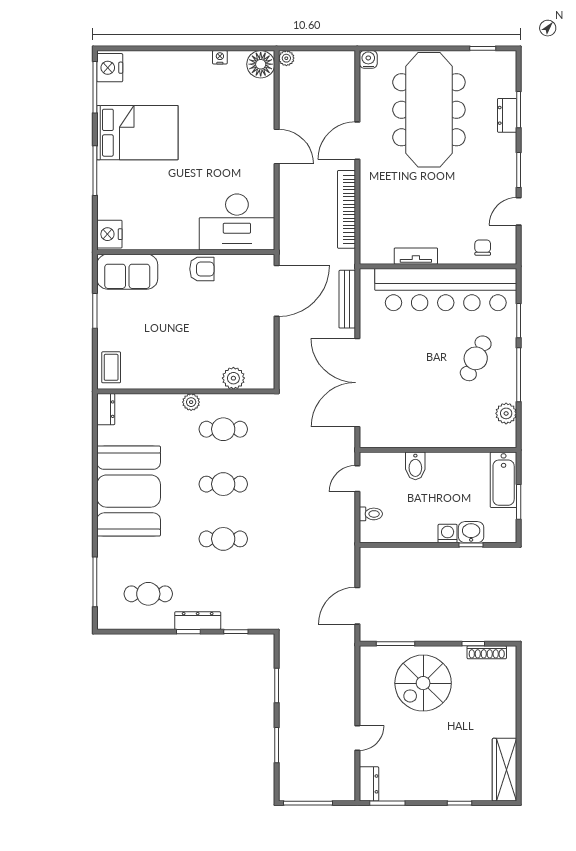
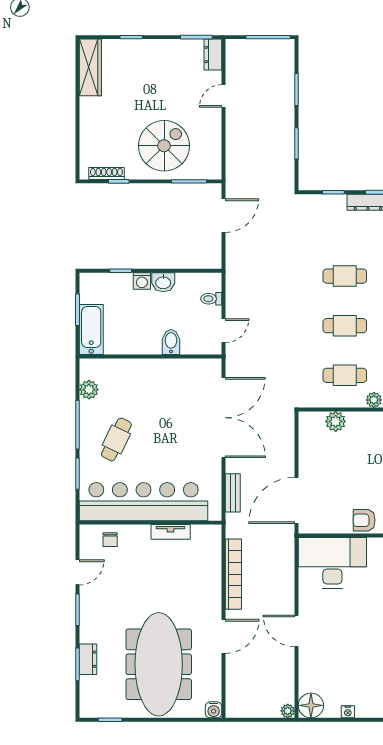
bench: (347, 299) -> (233, 493), width x0.73
washbasin: (471, 532) -> (163, 282), moved

